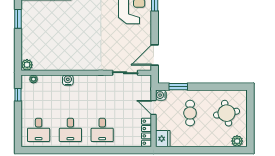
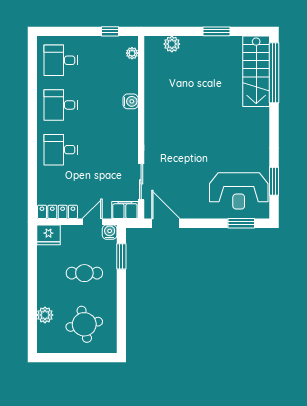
plant: (27, 65) -> (172, 44), moved
filing cabinet: (145, 84) -> (125, 210), added
plant: (237, 141) -> (45, 315), moved

